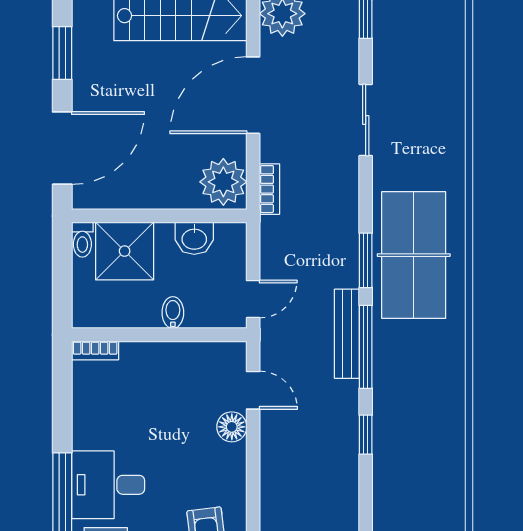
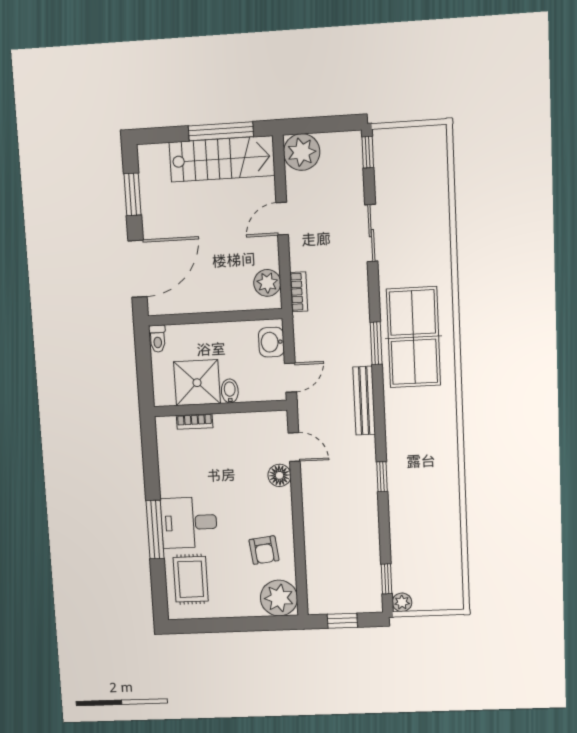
door: (253, 95) -> (282, 219), width x0.53
plant: (223, 182) -> (267, 283), width x0.73, depth x0.73
washbasin: (194, 238) -> (271, 342), moved, turned 90
shower: (125, 251) -> (197, 383), moved
window: (366, 347) -> (379, 410), removed
bookcase: (95, 350) -> (195, 421), moved

